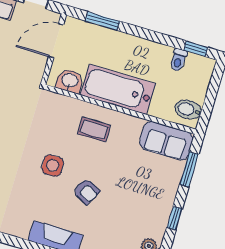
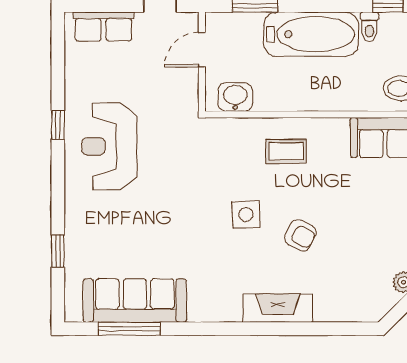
door: (56, 41) -> (202, 50), width x0.73
bathtub: (118, 89) -> (311, 34), moved, turned 180

